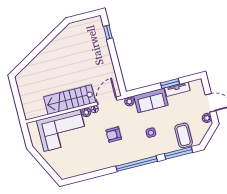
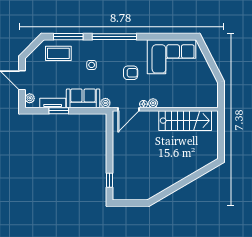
stairs: (70, 100) -> (185, 121), moved
plant: (207, 118) -> (30, 98), moved
corner sofa: (62, 130) -> (172, 57), moved, turned 180
coffee table: (184, 136) -> (58, 53), turned 90

